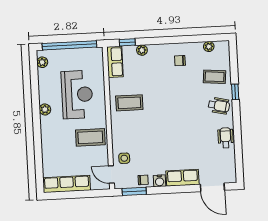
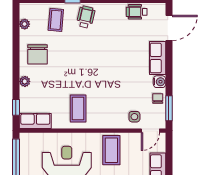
plant: (142, 50) -> (25, 81), moved
chair: (180, 61) -> (38, 54), width x1.87, depth x1.87
wheelchair: (226, 138) -> (137, 12), moved

